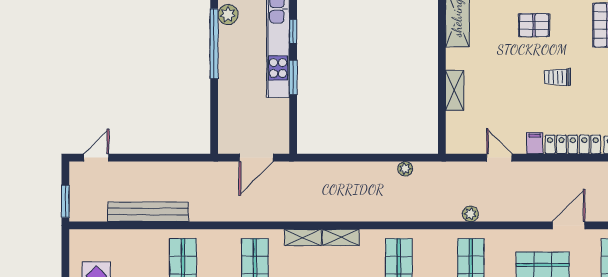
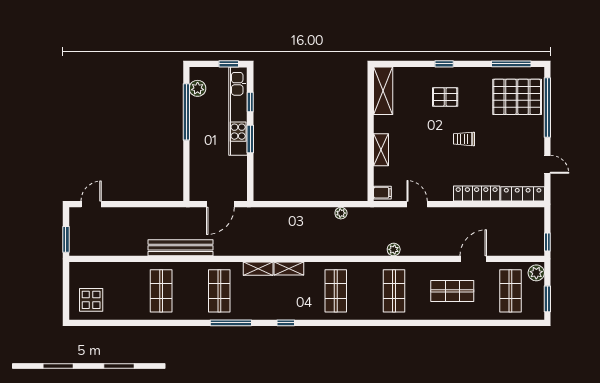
filing cabinet: (535, 143) -> (382, 193), moved, turned 90
bench: (148, 212) -> (181, 248), moved

